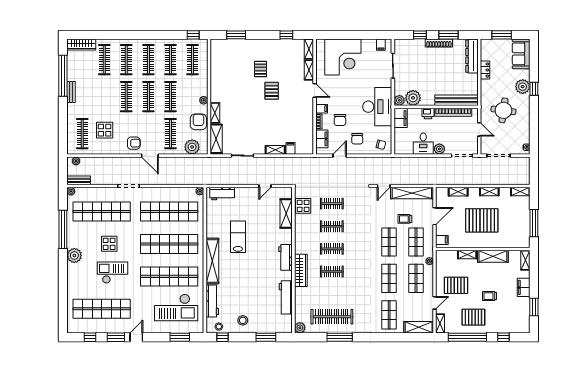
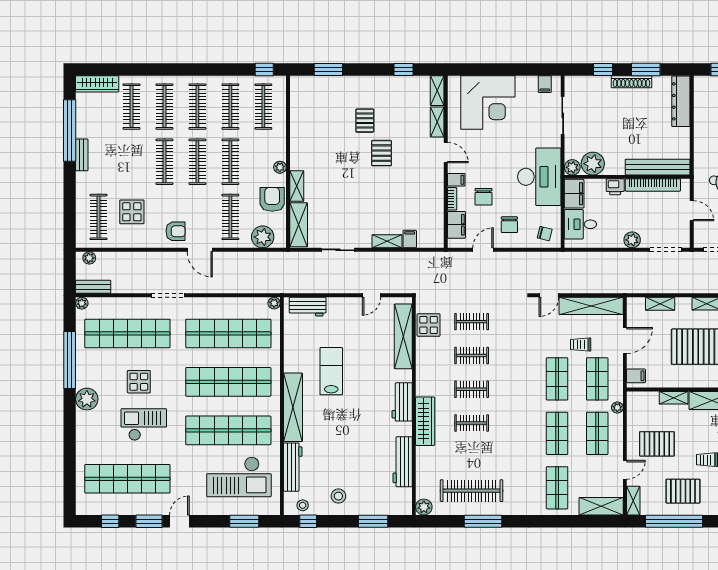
locker: (485, 70) -> (700, 122), removed
desk: (423, 144) -> (580, 224), moved, turned 90
shelving: (286, 214) -> (403, 336), width x1.47

